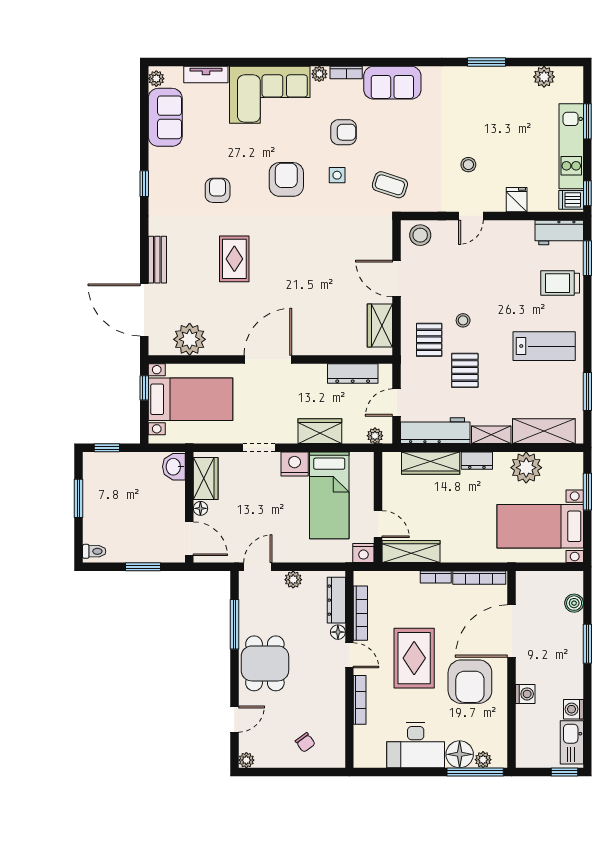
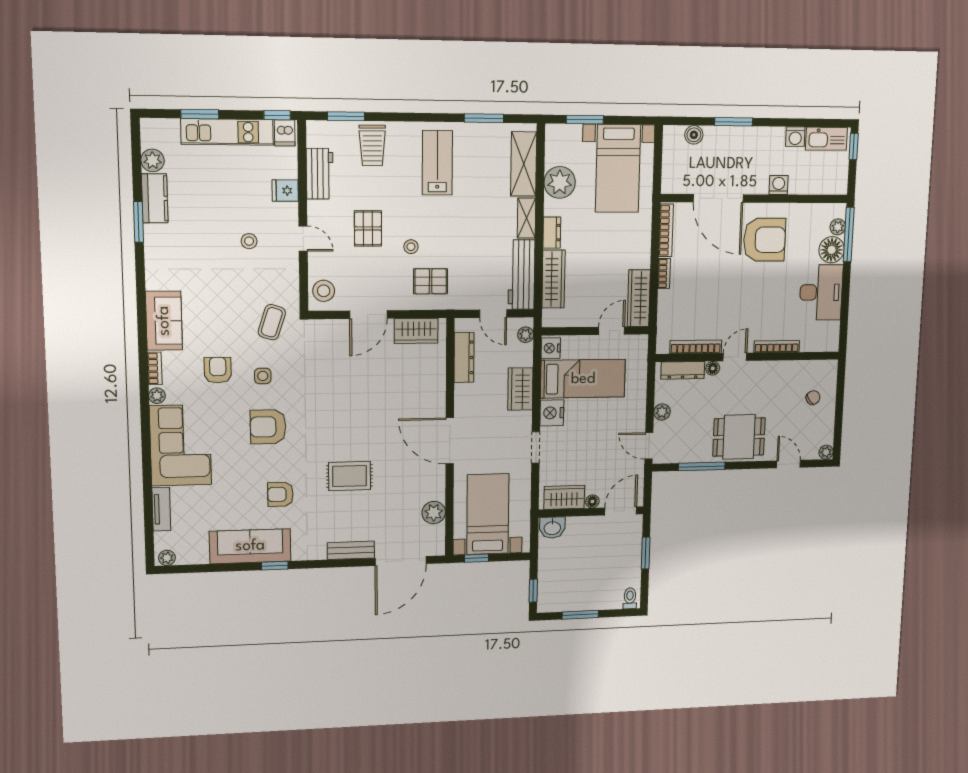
kitchen counter: (509, 78) -> (155, 198), added
sofa: (165, 117) -> (250, 546), moved, width x1.36
workbench: (559, 233) -> (320, 174), moved
plant: (190, 339) -> (434, 513), width x0.73, depth x0.73
pallet: (465, 370) -> (368, 228), moved, turned 90
nightstand: (363, 553) -> (551, 348), moved, turned 180
rug: (414, 658) -> (740, 294), removed

